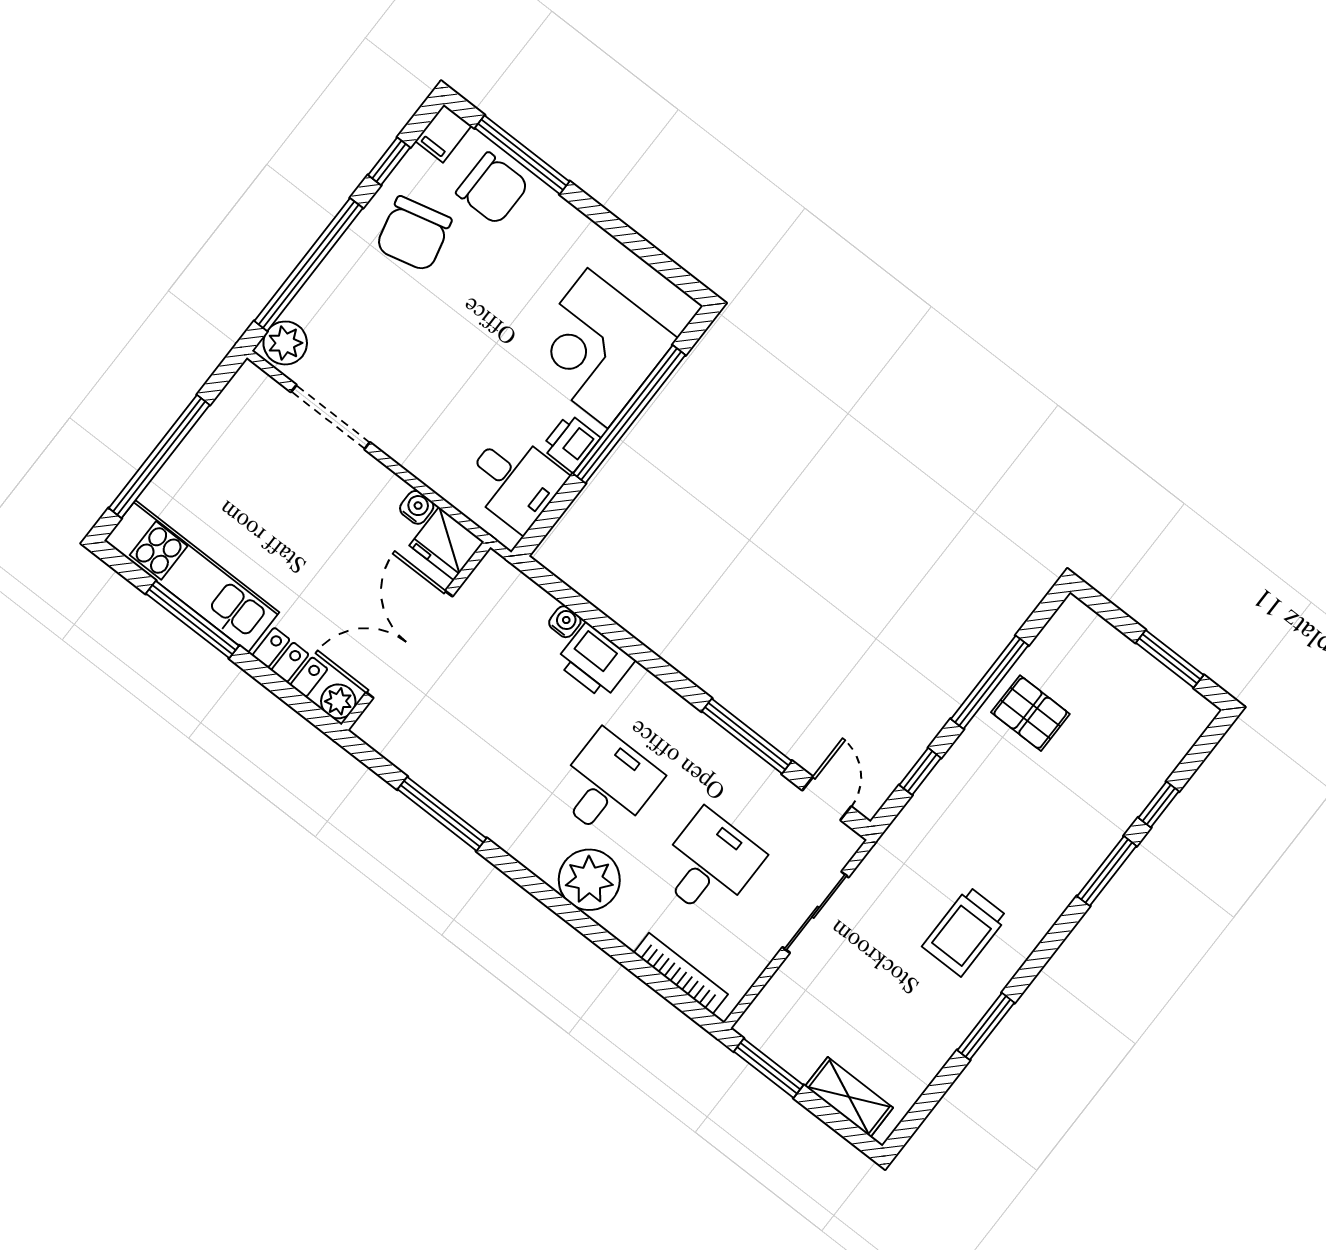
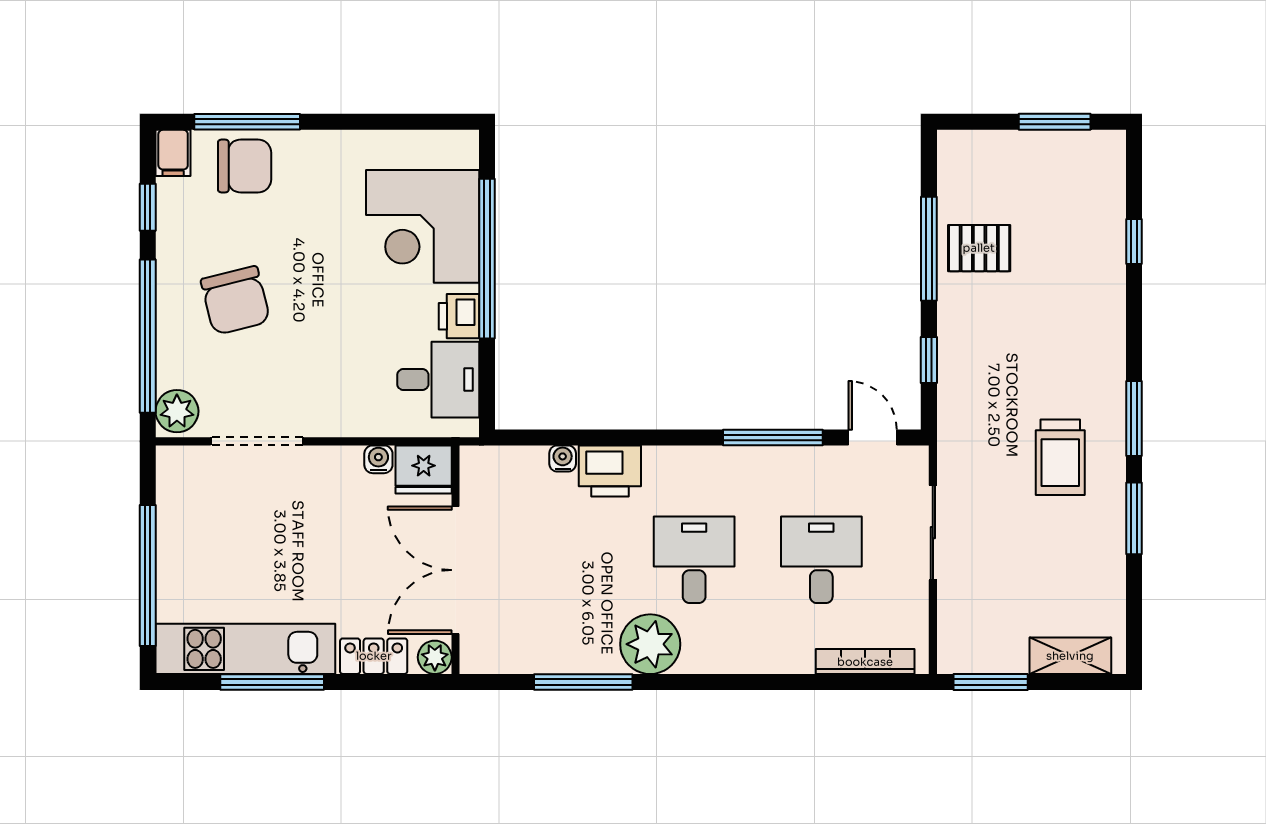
chair: (414, 234) -> (235, 300), moved
window: (1107, 871) -> (1134, 419), moved
plant: (589, 880) -> (650, 644), moved

